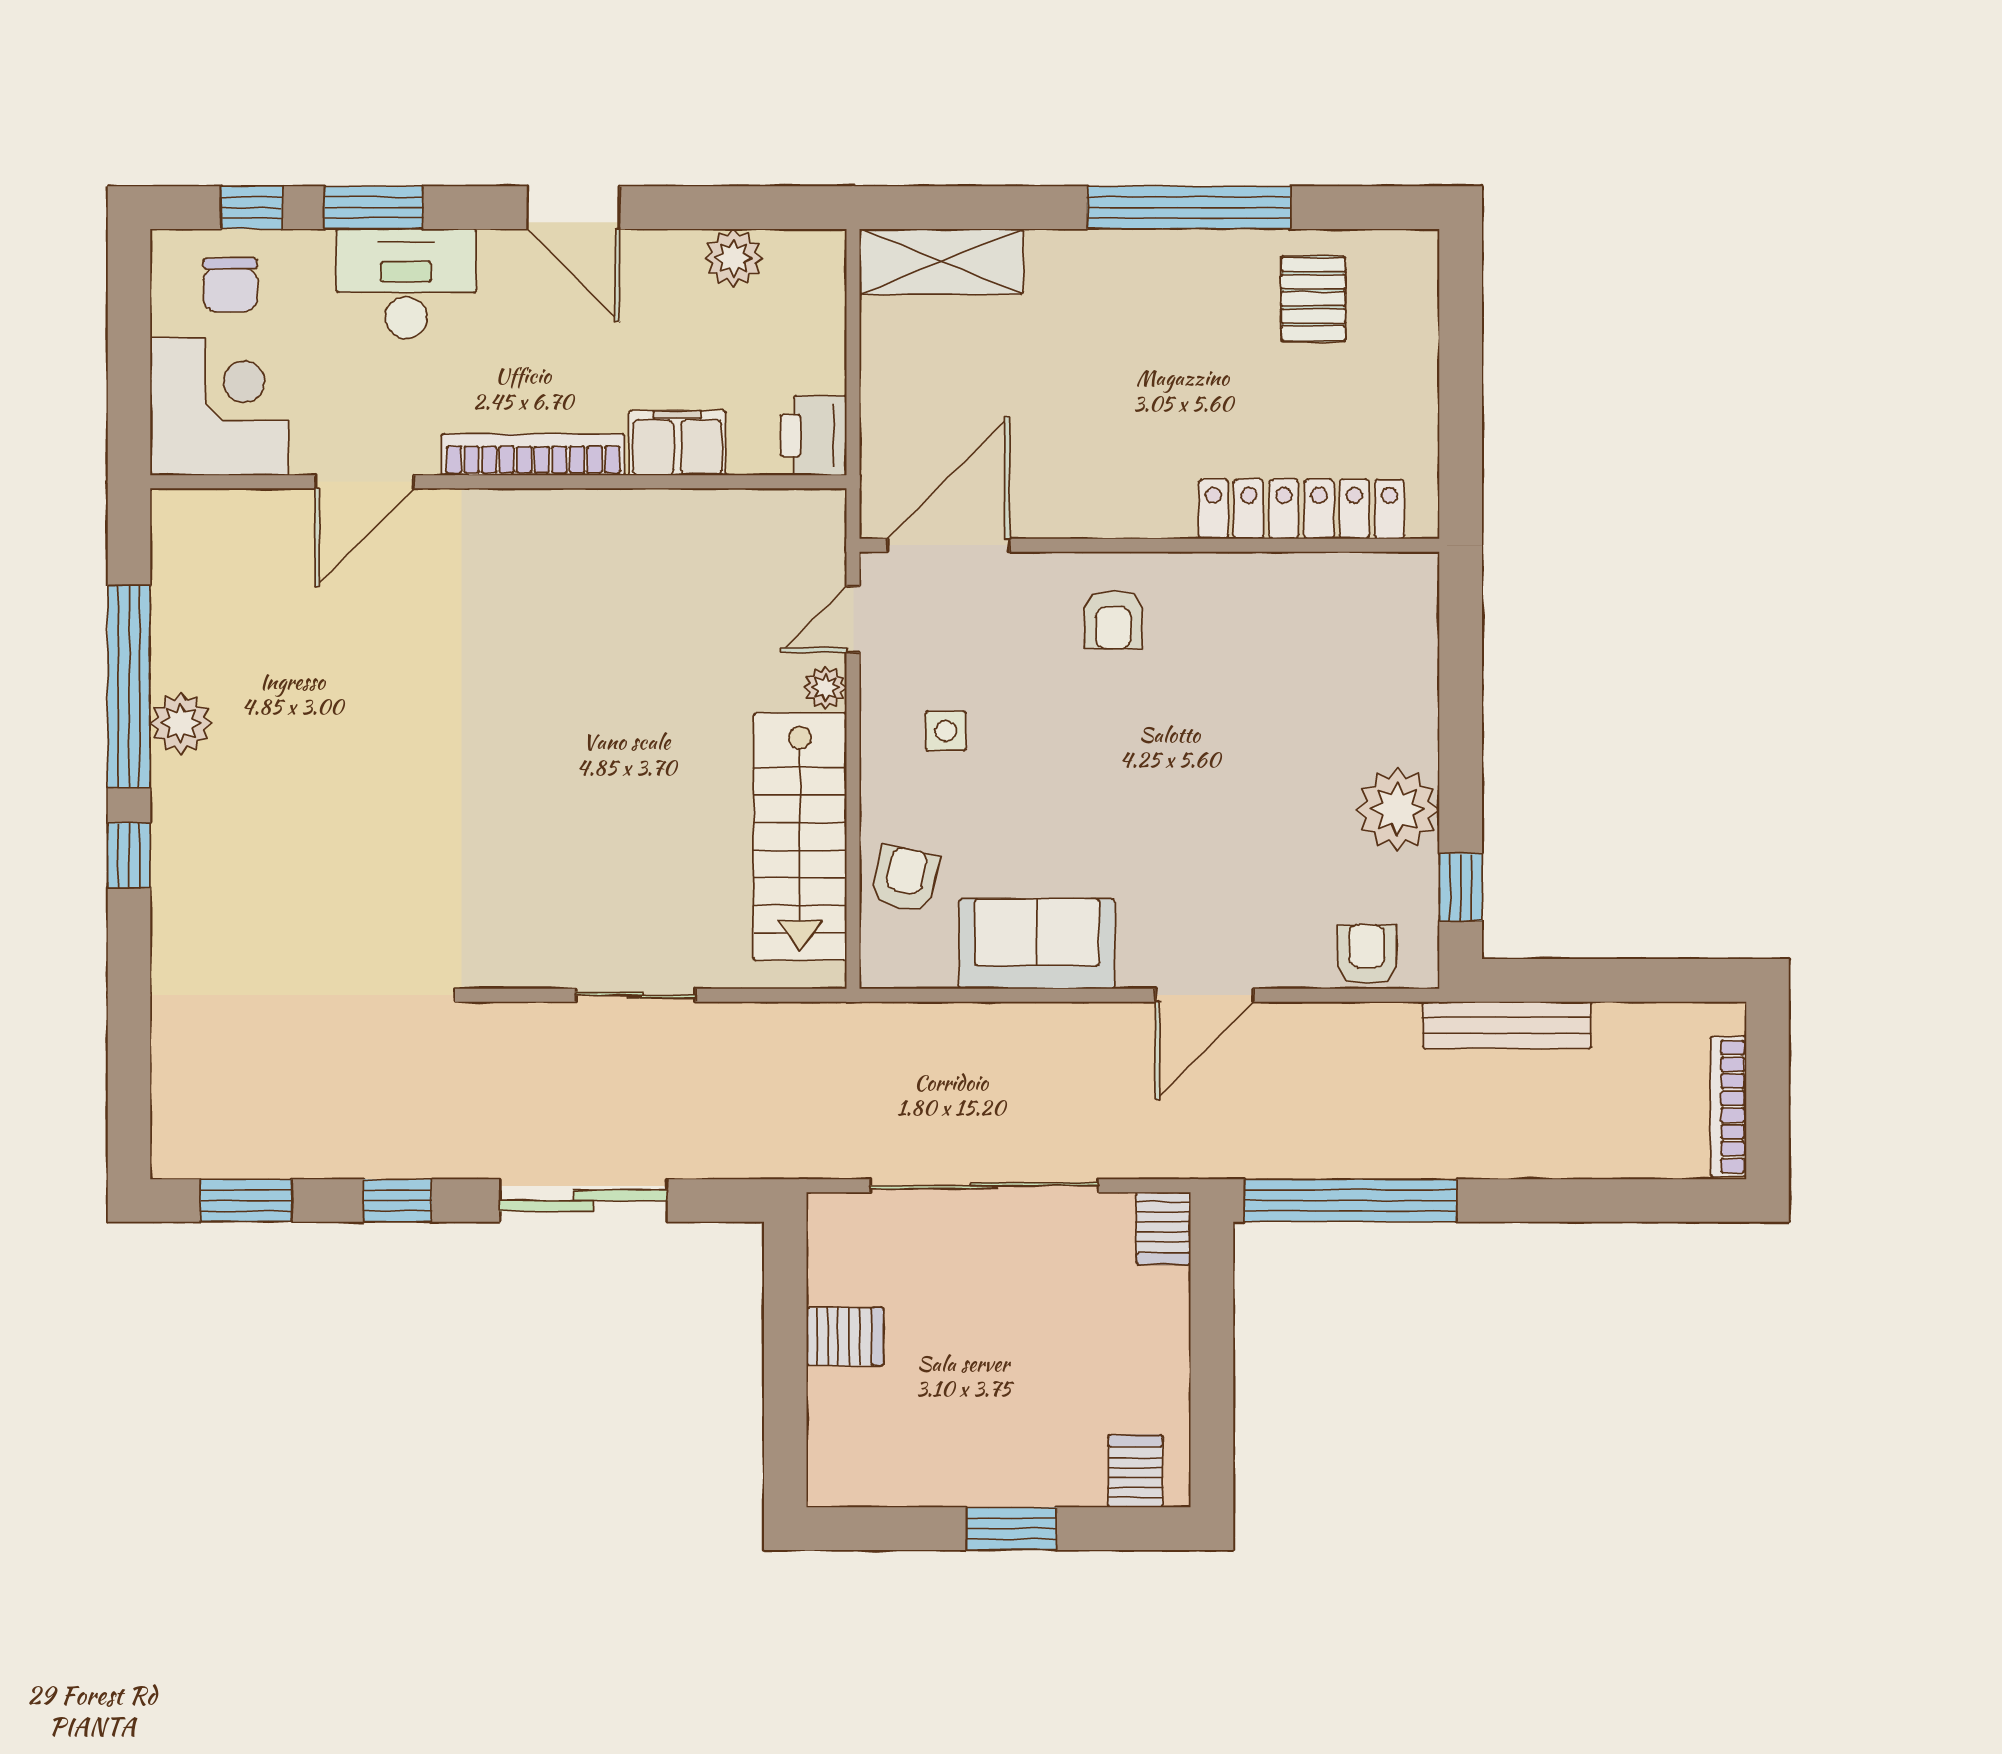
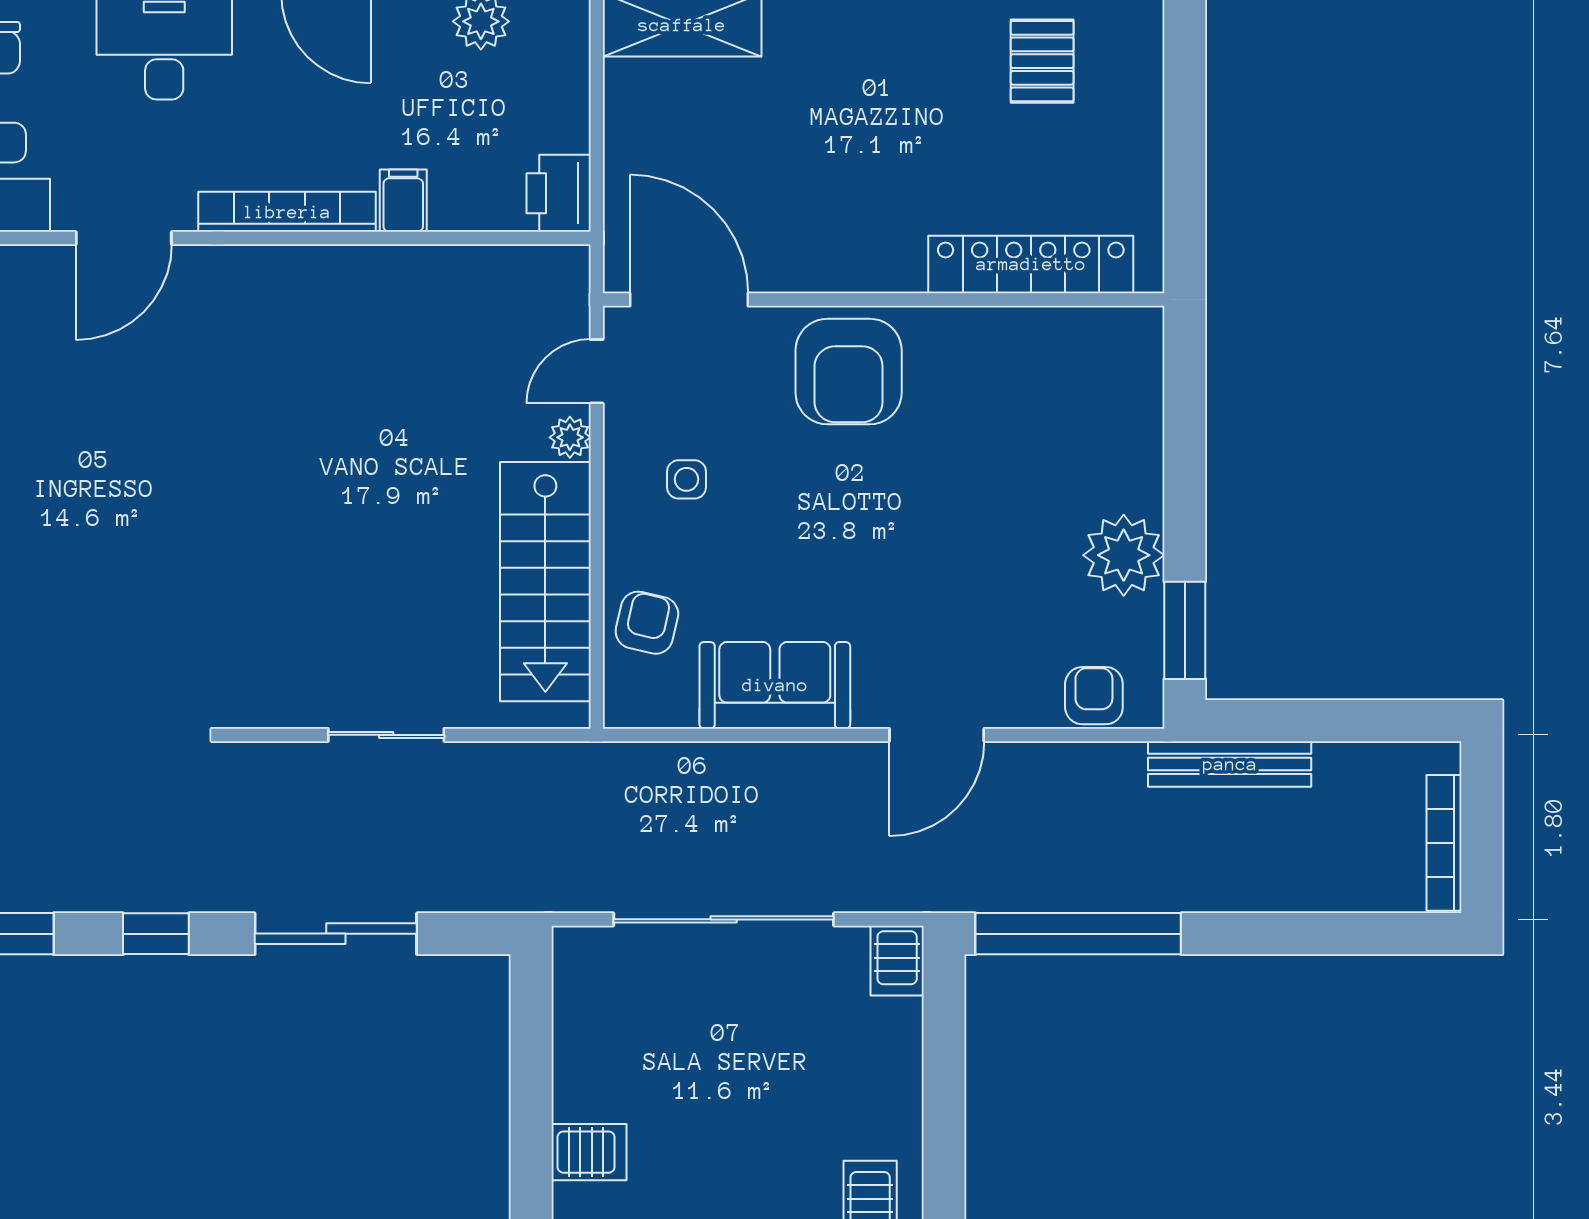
filing cabinet: (677, 443) -> (403, 201), width x0.50
door: (948, 545) -> (689, 300), hinge flipped
armchair: (1113, 620) -> (849, 372), width x1.88, depth x1.88
window: (1461, 887) -> (1185, 630), width x1.50
server rack: (845, 1336) -> (589, 1152), moved

